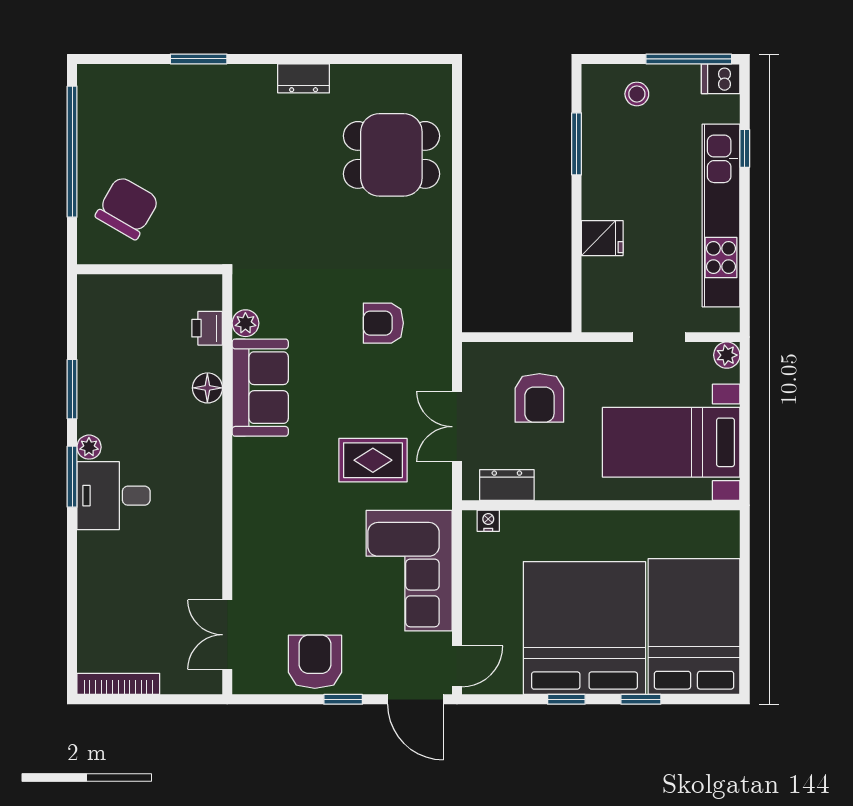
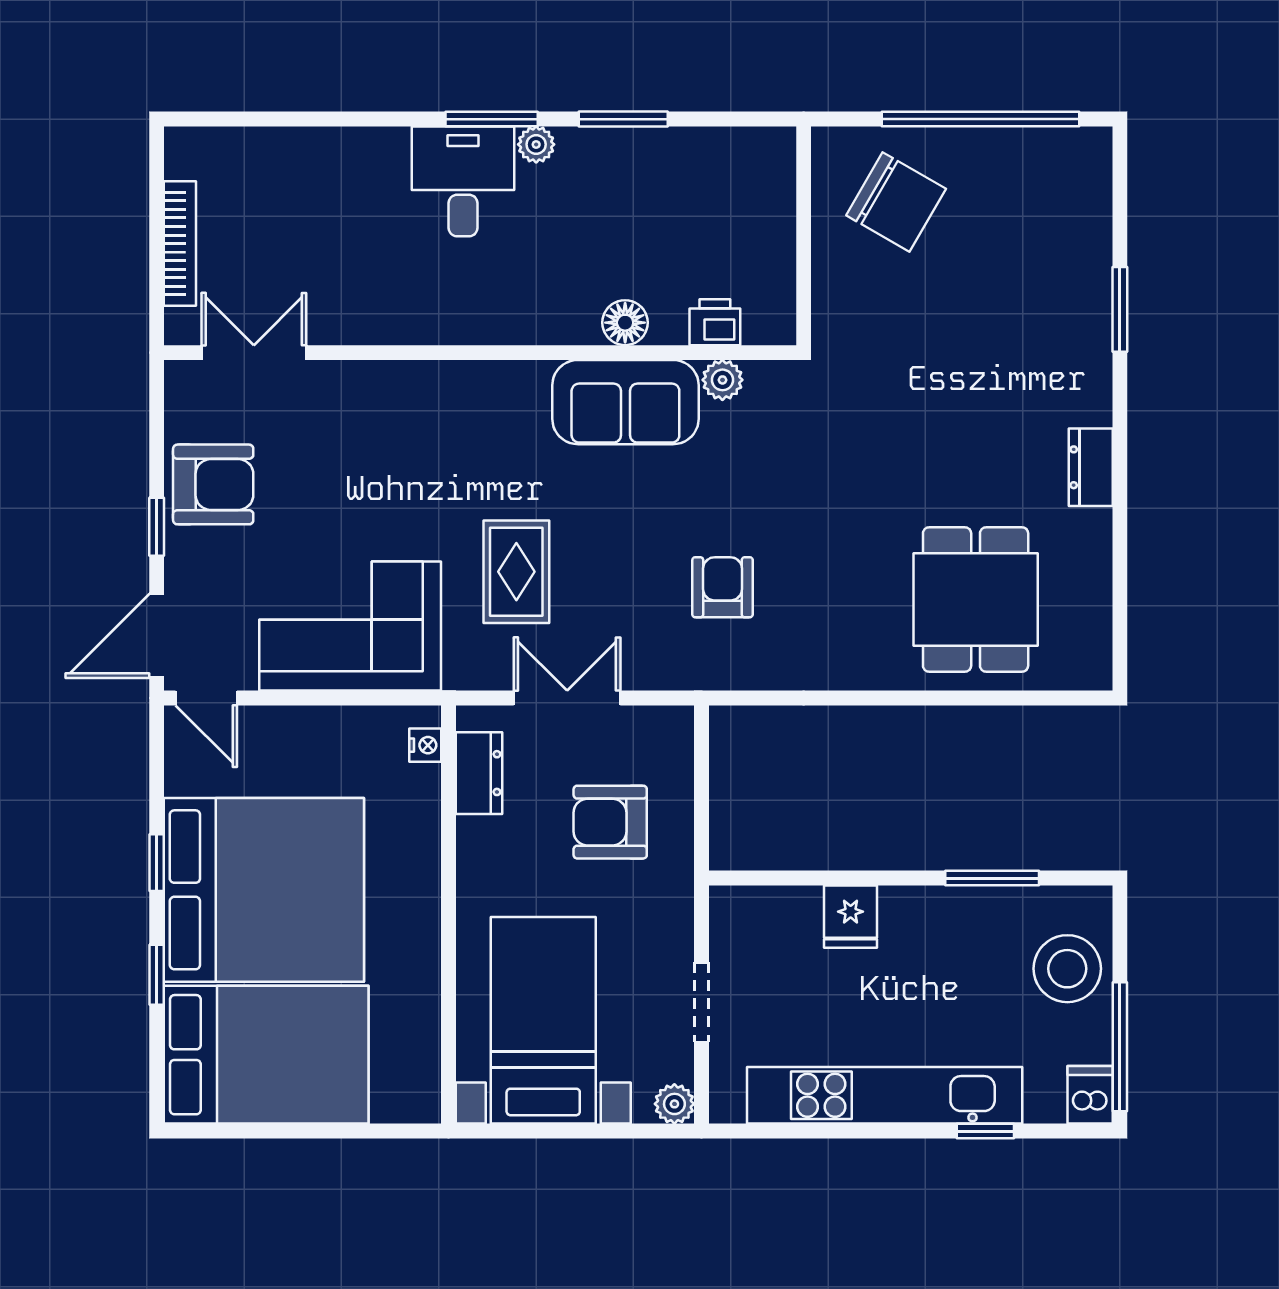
stool: (637, 94) -> (1067, 969), width x1.89, depth x1.89
bookcase: (118, 684) -> (180, 244), moved

